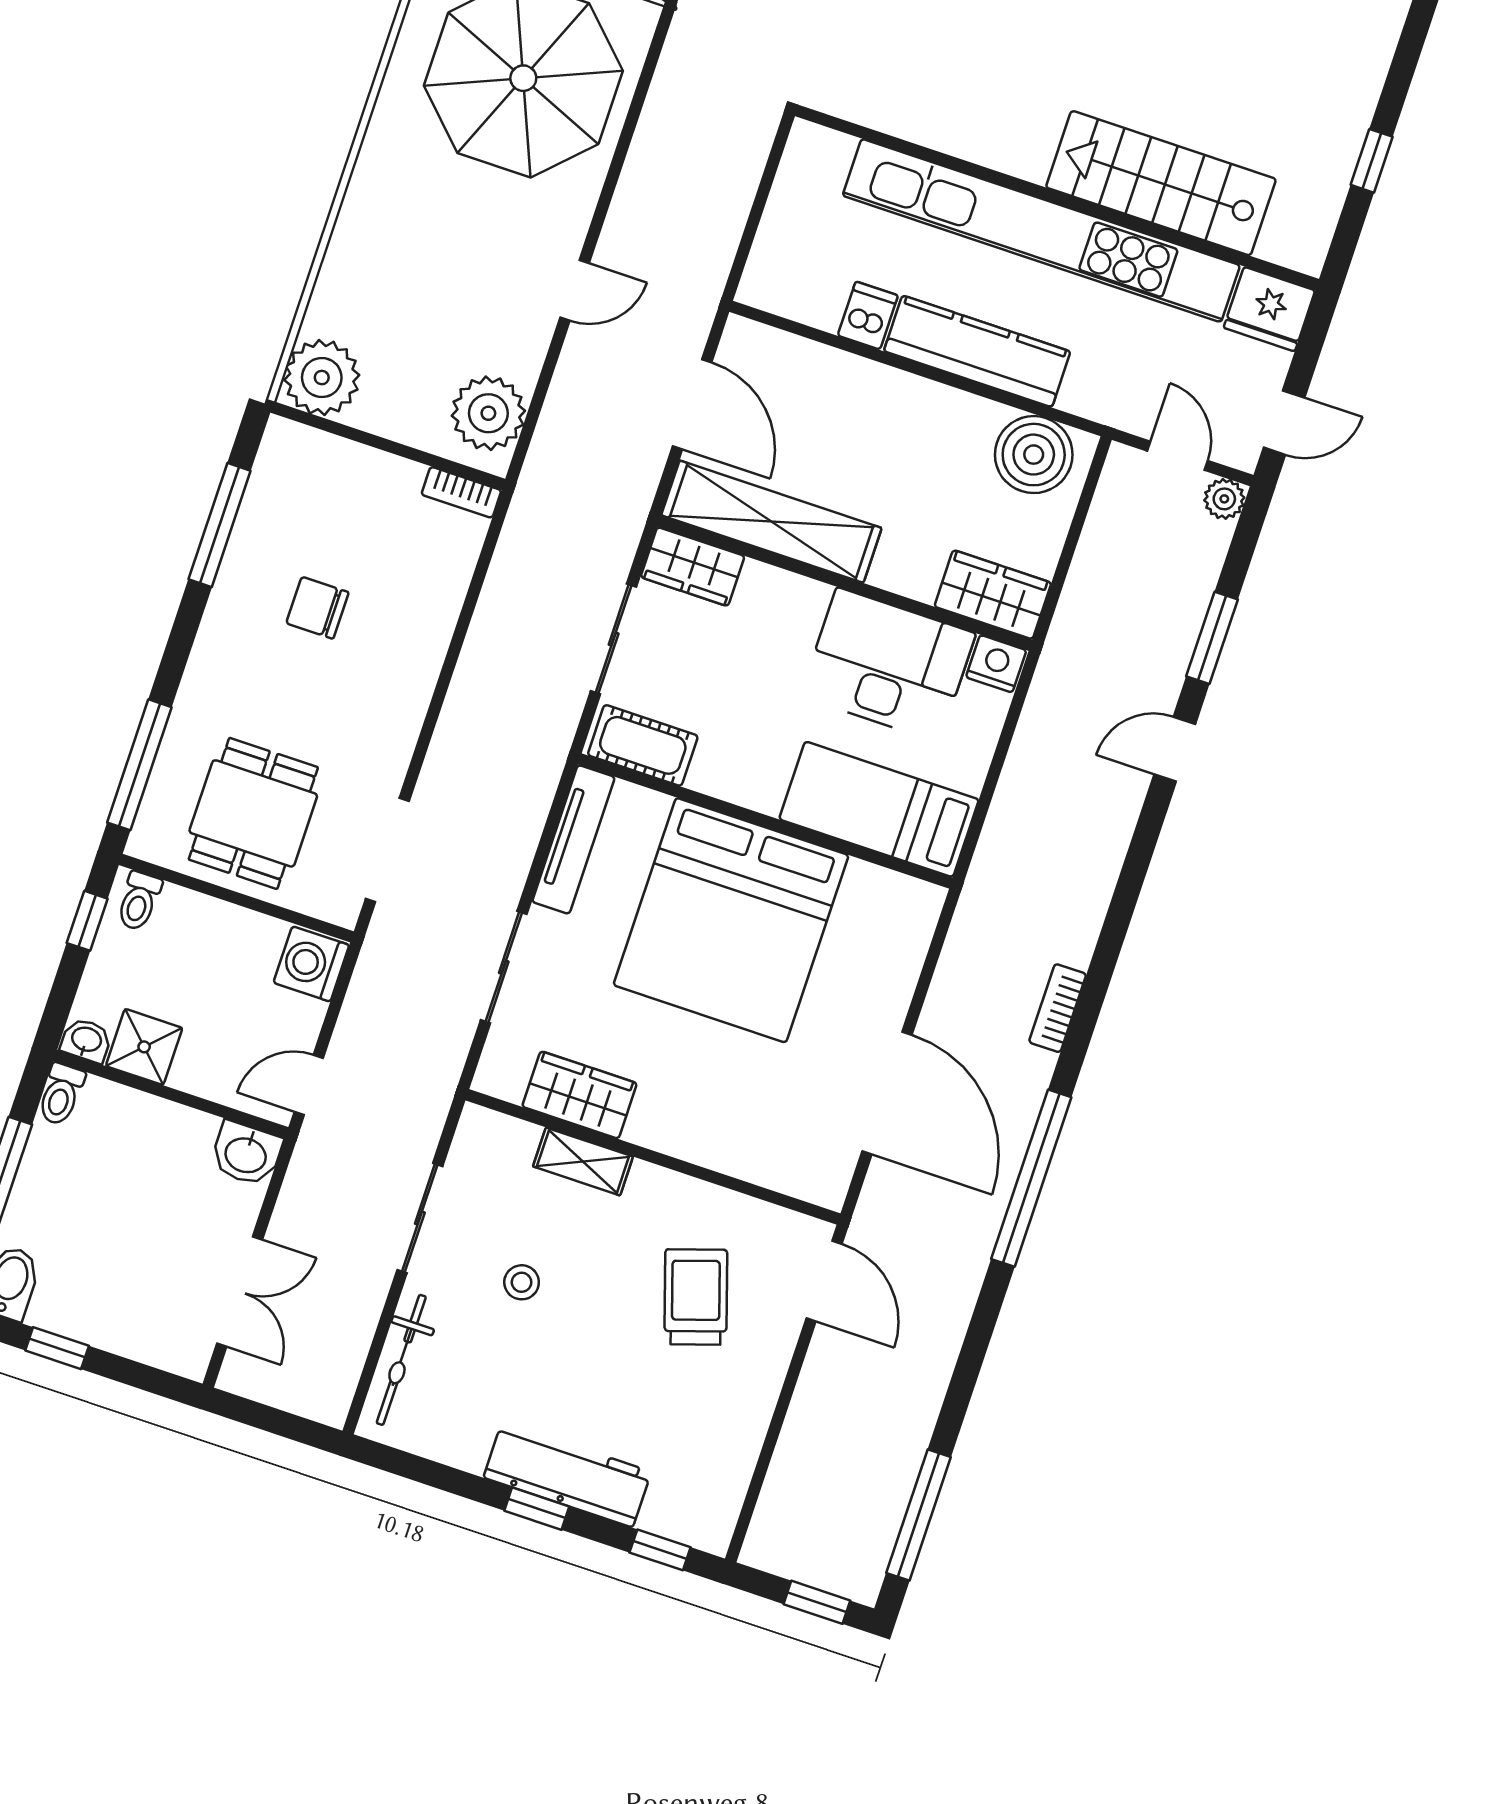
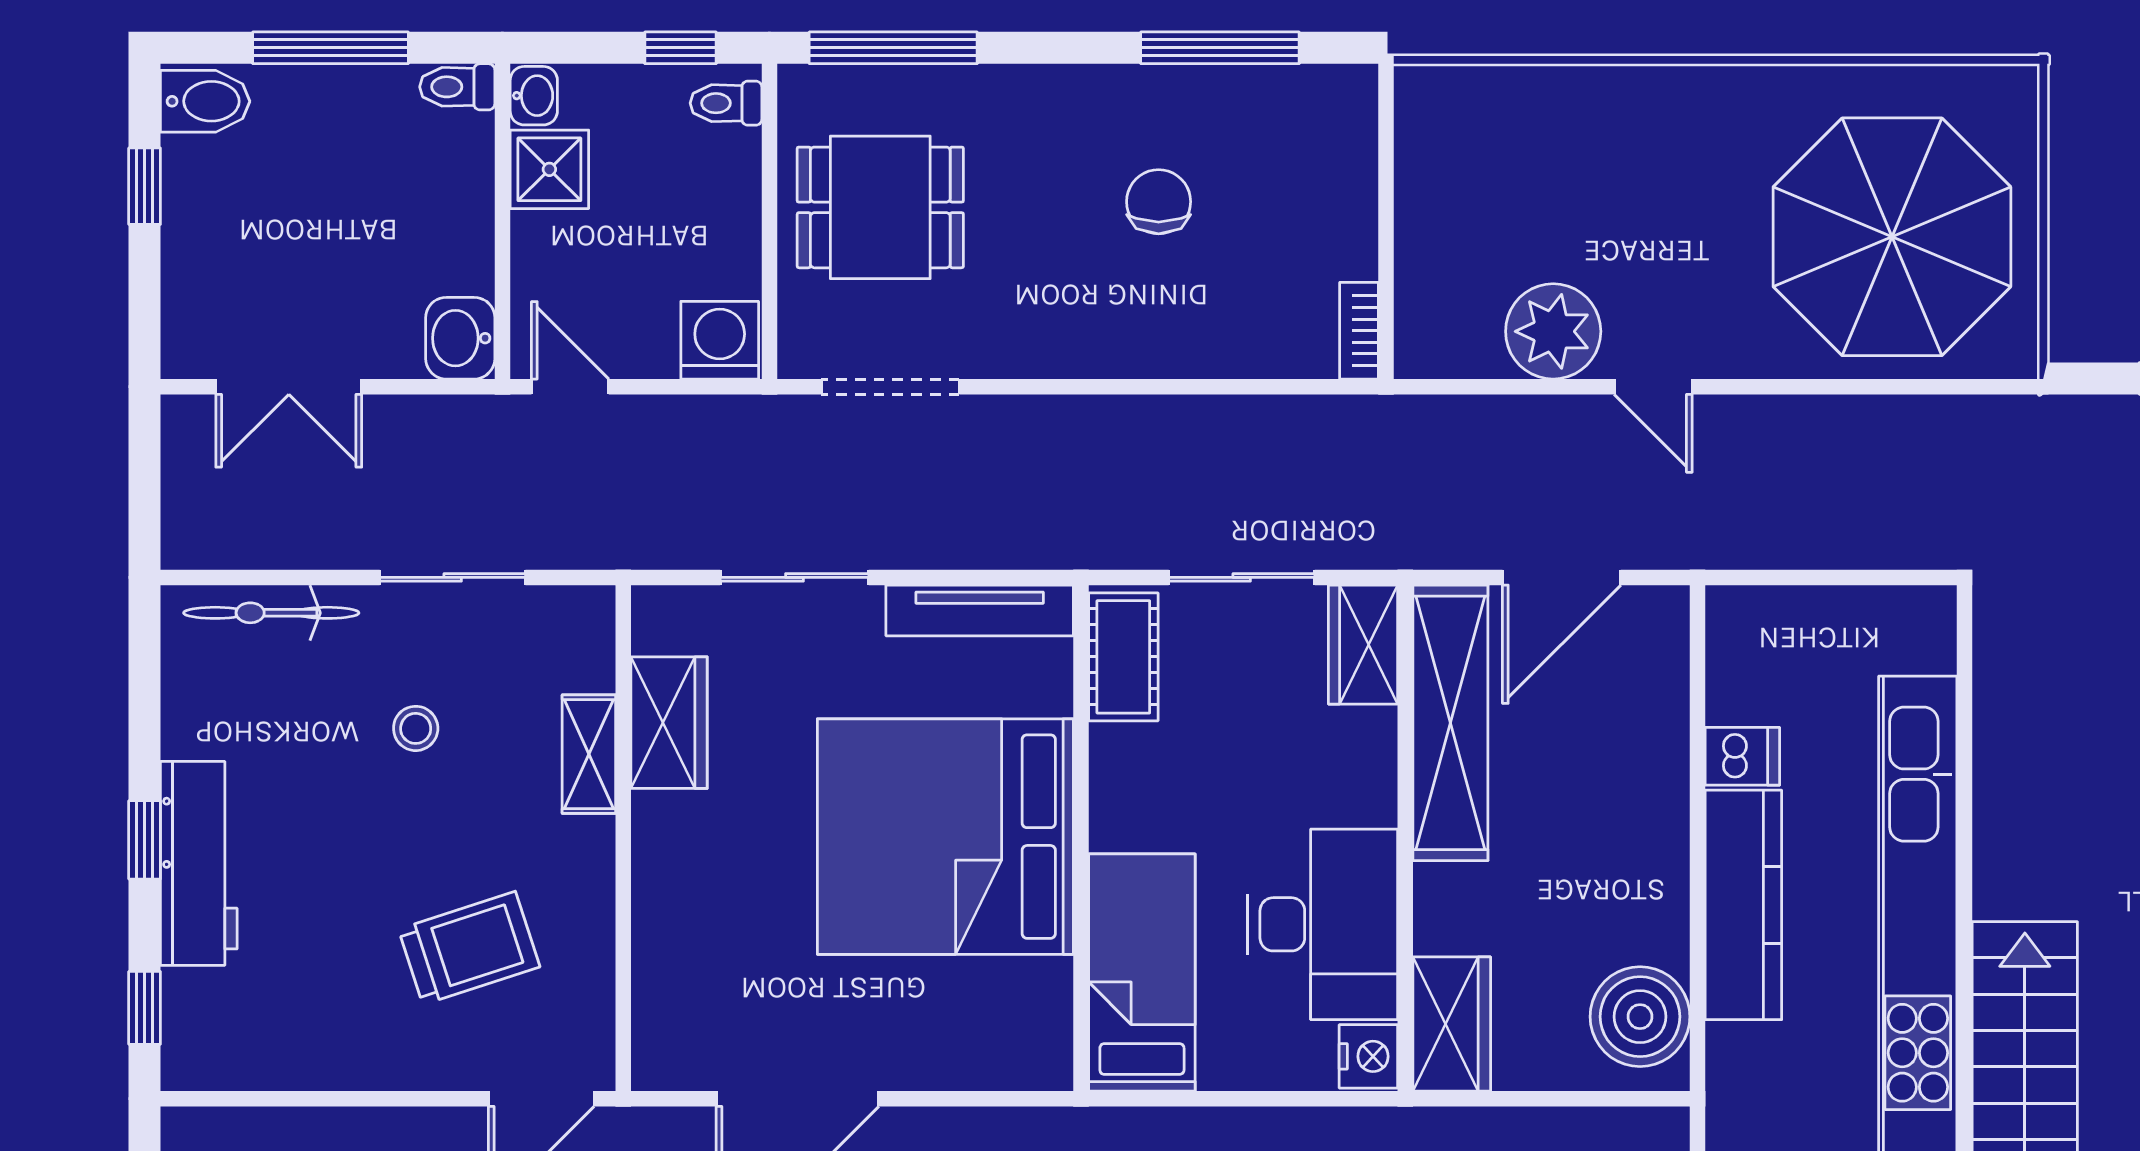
plant: (322, 378) -> (1443, 113), removed
plant: (488, 413) -> (1553, 331), moved

